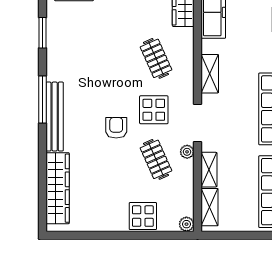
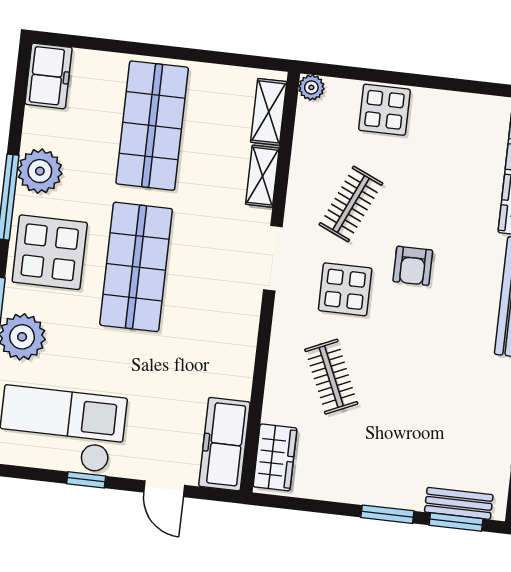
shelving: (210, 74) -> (242, 340), removed
plant: (187, 152) -> (296, 211), removed
clothes rail: (156, 159) -> (351, 204), turned 48

